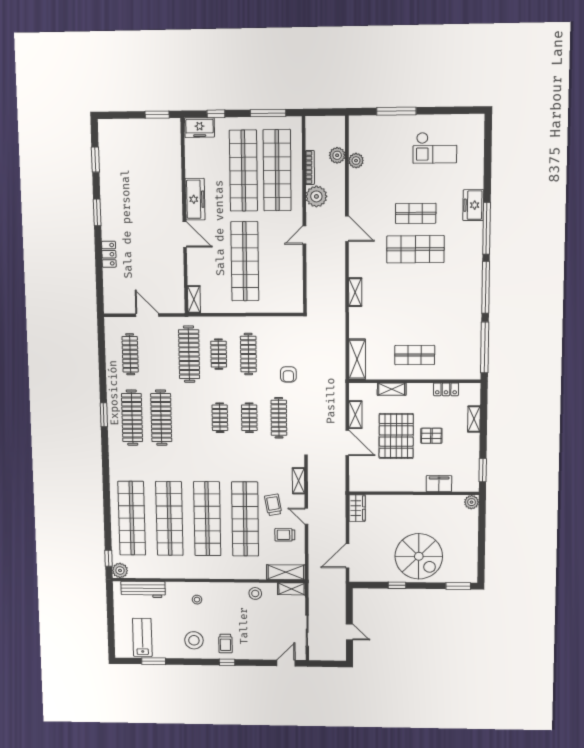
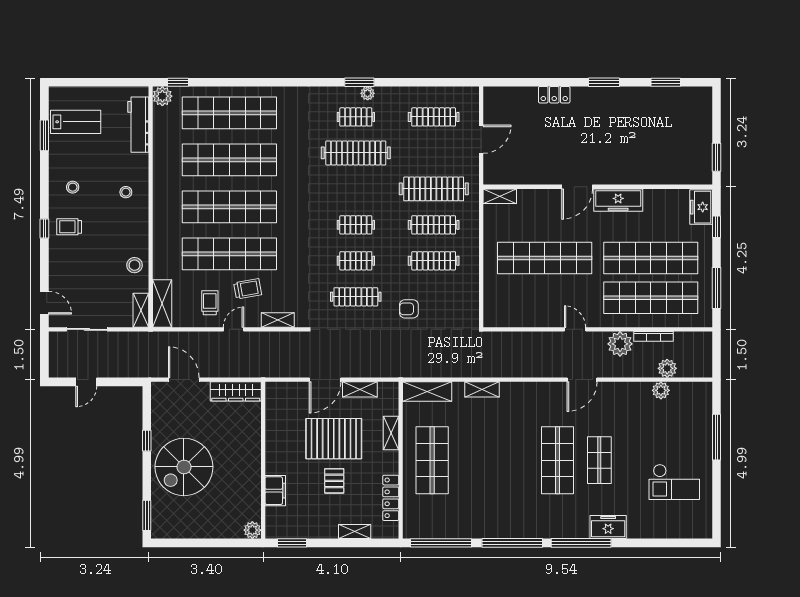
checkout: (435, 148) -> (674, 482), turned -90
shelving: (355, 292) -> (482, 389), moved
clothes rail: (219, 354) -> (434, 225), width x1.36
shop shelf: (415, 355) -> (432, 460), width x1.43, depth x1.36
locker: (446, 389) -> (391, 498), width x1.53
plant: (113, 408) -> (368, 93), added
clothes rail: (132, 418) -> (356, 117), width x0.54, depth x0.76
wardrobe: (357, 508) -> (236, 391), width x1.50
stool: (194, 640) -> (73, 187), width x0.53, depth x0.53

